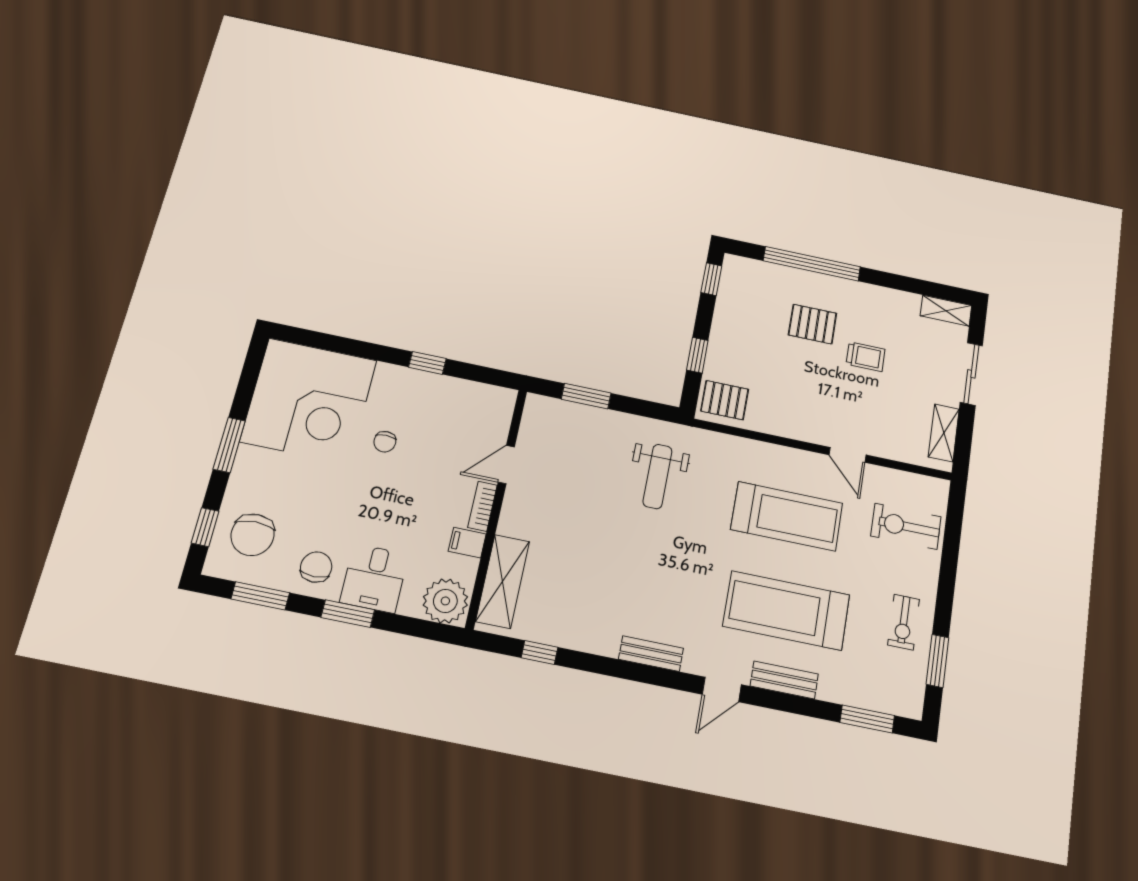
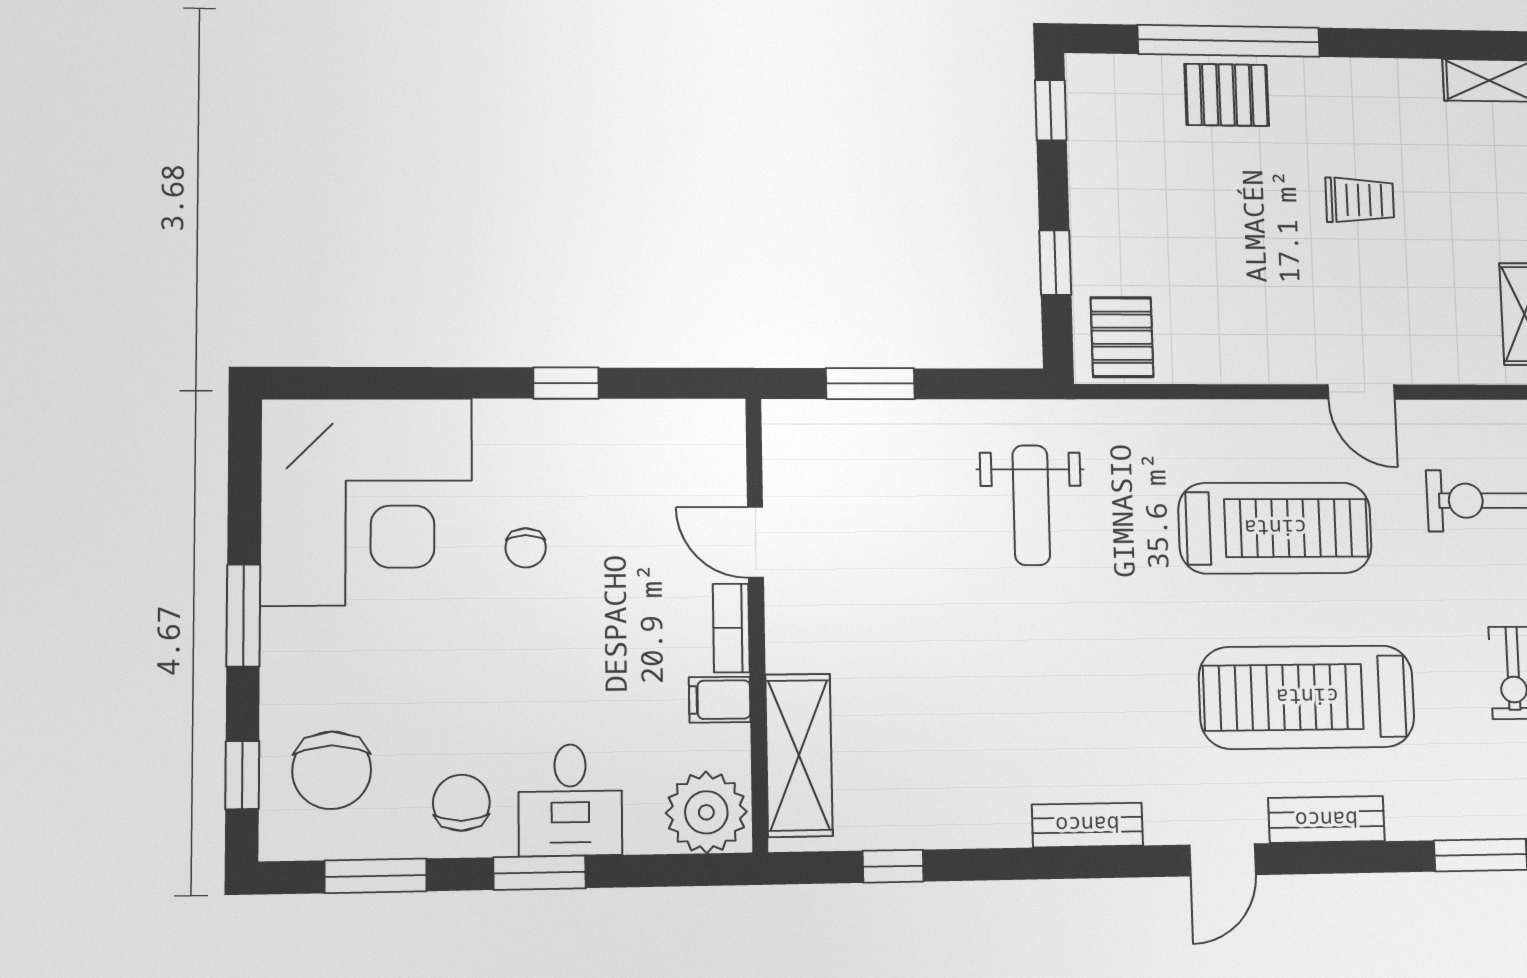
pallet: (812, 324) -> (1227, 95), moved
pallet: (725, 400) -> (1122, 337), turned 90
door: (506, 465) -> (755, 542), hinge flipped

